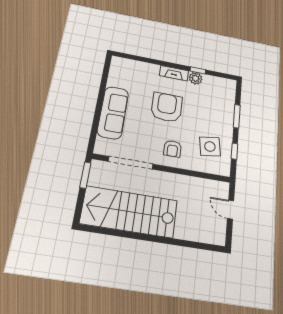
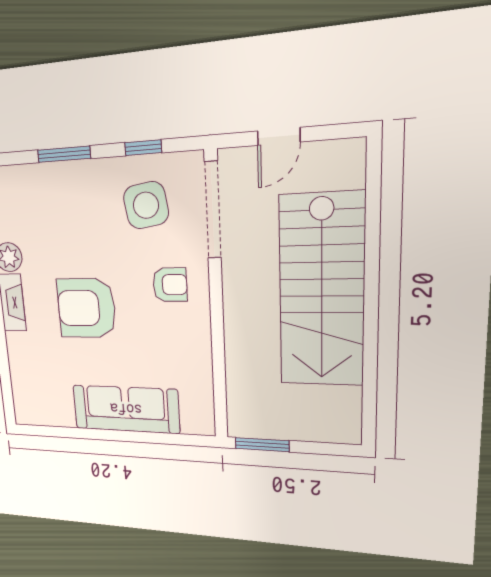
doorway: (131, 163) -> (213, 210), moved
stairs: (129, 212) -> (322, 291), moved

